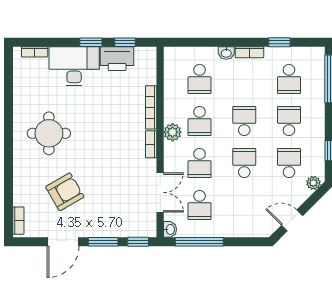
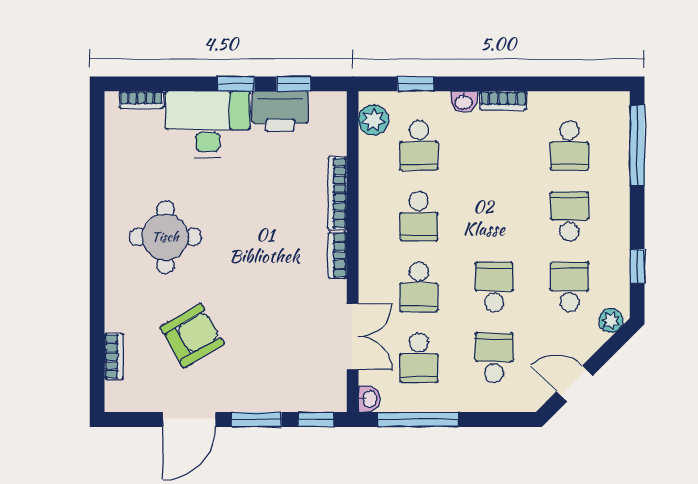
window: (279, 42) -> (416, 84), moved
school desk: (244, 121) -> (494, 358), moved
plant: (173, 132) -> (373, 120), moved
bookcase: (18, 221) -> (114, 356), moved

